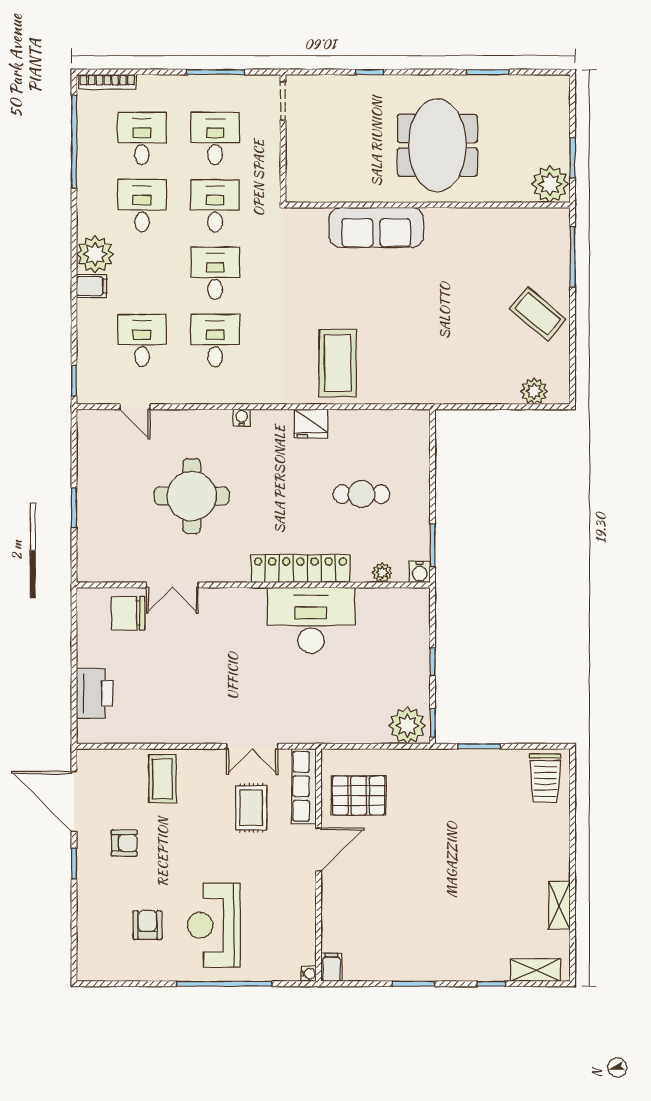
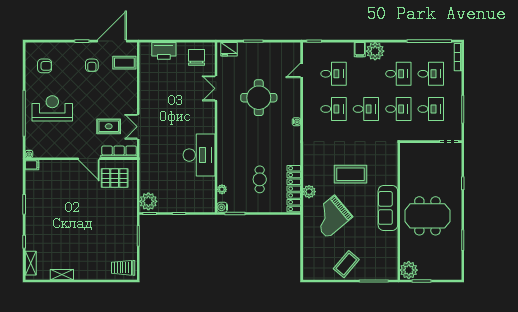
sofa: (376, 227) -> (388, 208), moved
grand piano: (439, 346) -> (331, 217), added
coffee table: (338, 363) -> (351, 174), moved
plant: (534, 391) -> (309, 192), moved
fridge: (311, 424) -> (229, 49), moved, turned -90
locker: (300, 569) -> (294, 189), moved, turned 180
chair: (128, 613) -> (196, 57), moved
coffee table: (163, 779) -> (124, 63), moved
pallet: (359, 796) -> (115, 178), turned 90
armchair: (147, 925) -> (45, 66), moved

